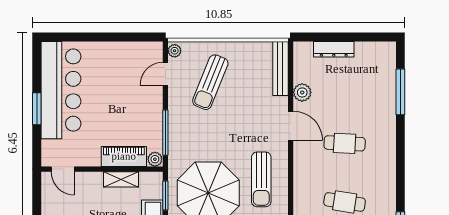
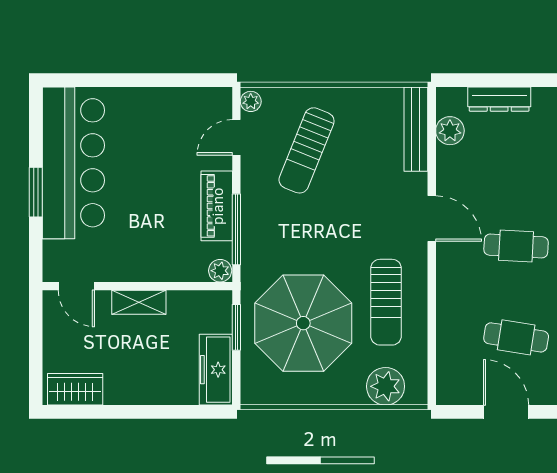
plant: (302, 92) -> (450, 131), moved
piano: (124, 156) -> (217, 206), moved, turned -90
shelving: (121, 179) -> (139, 302), moved

